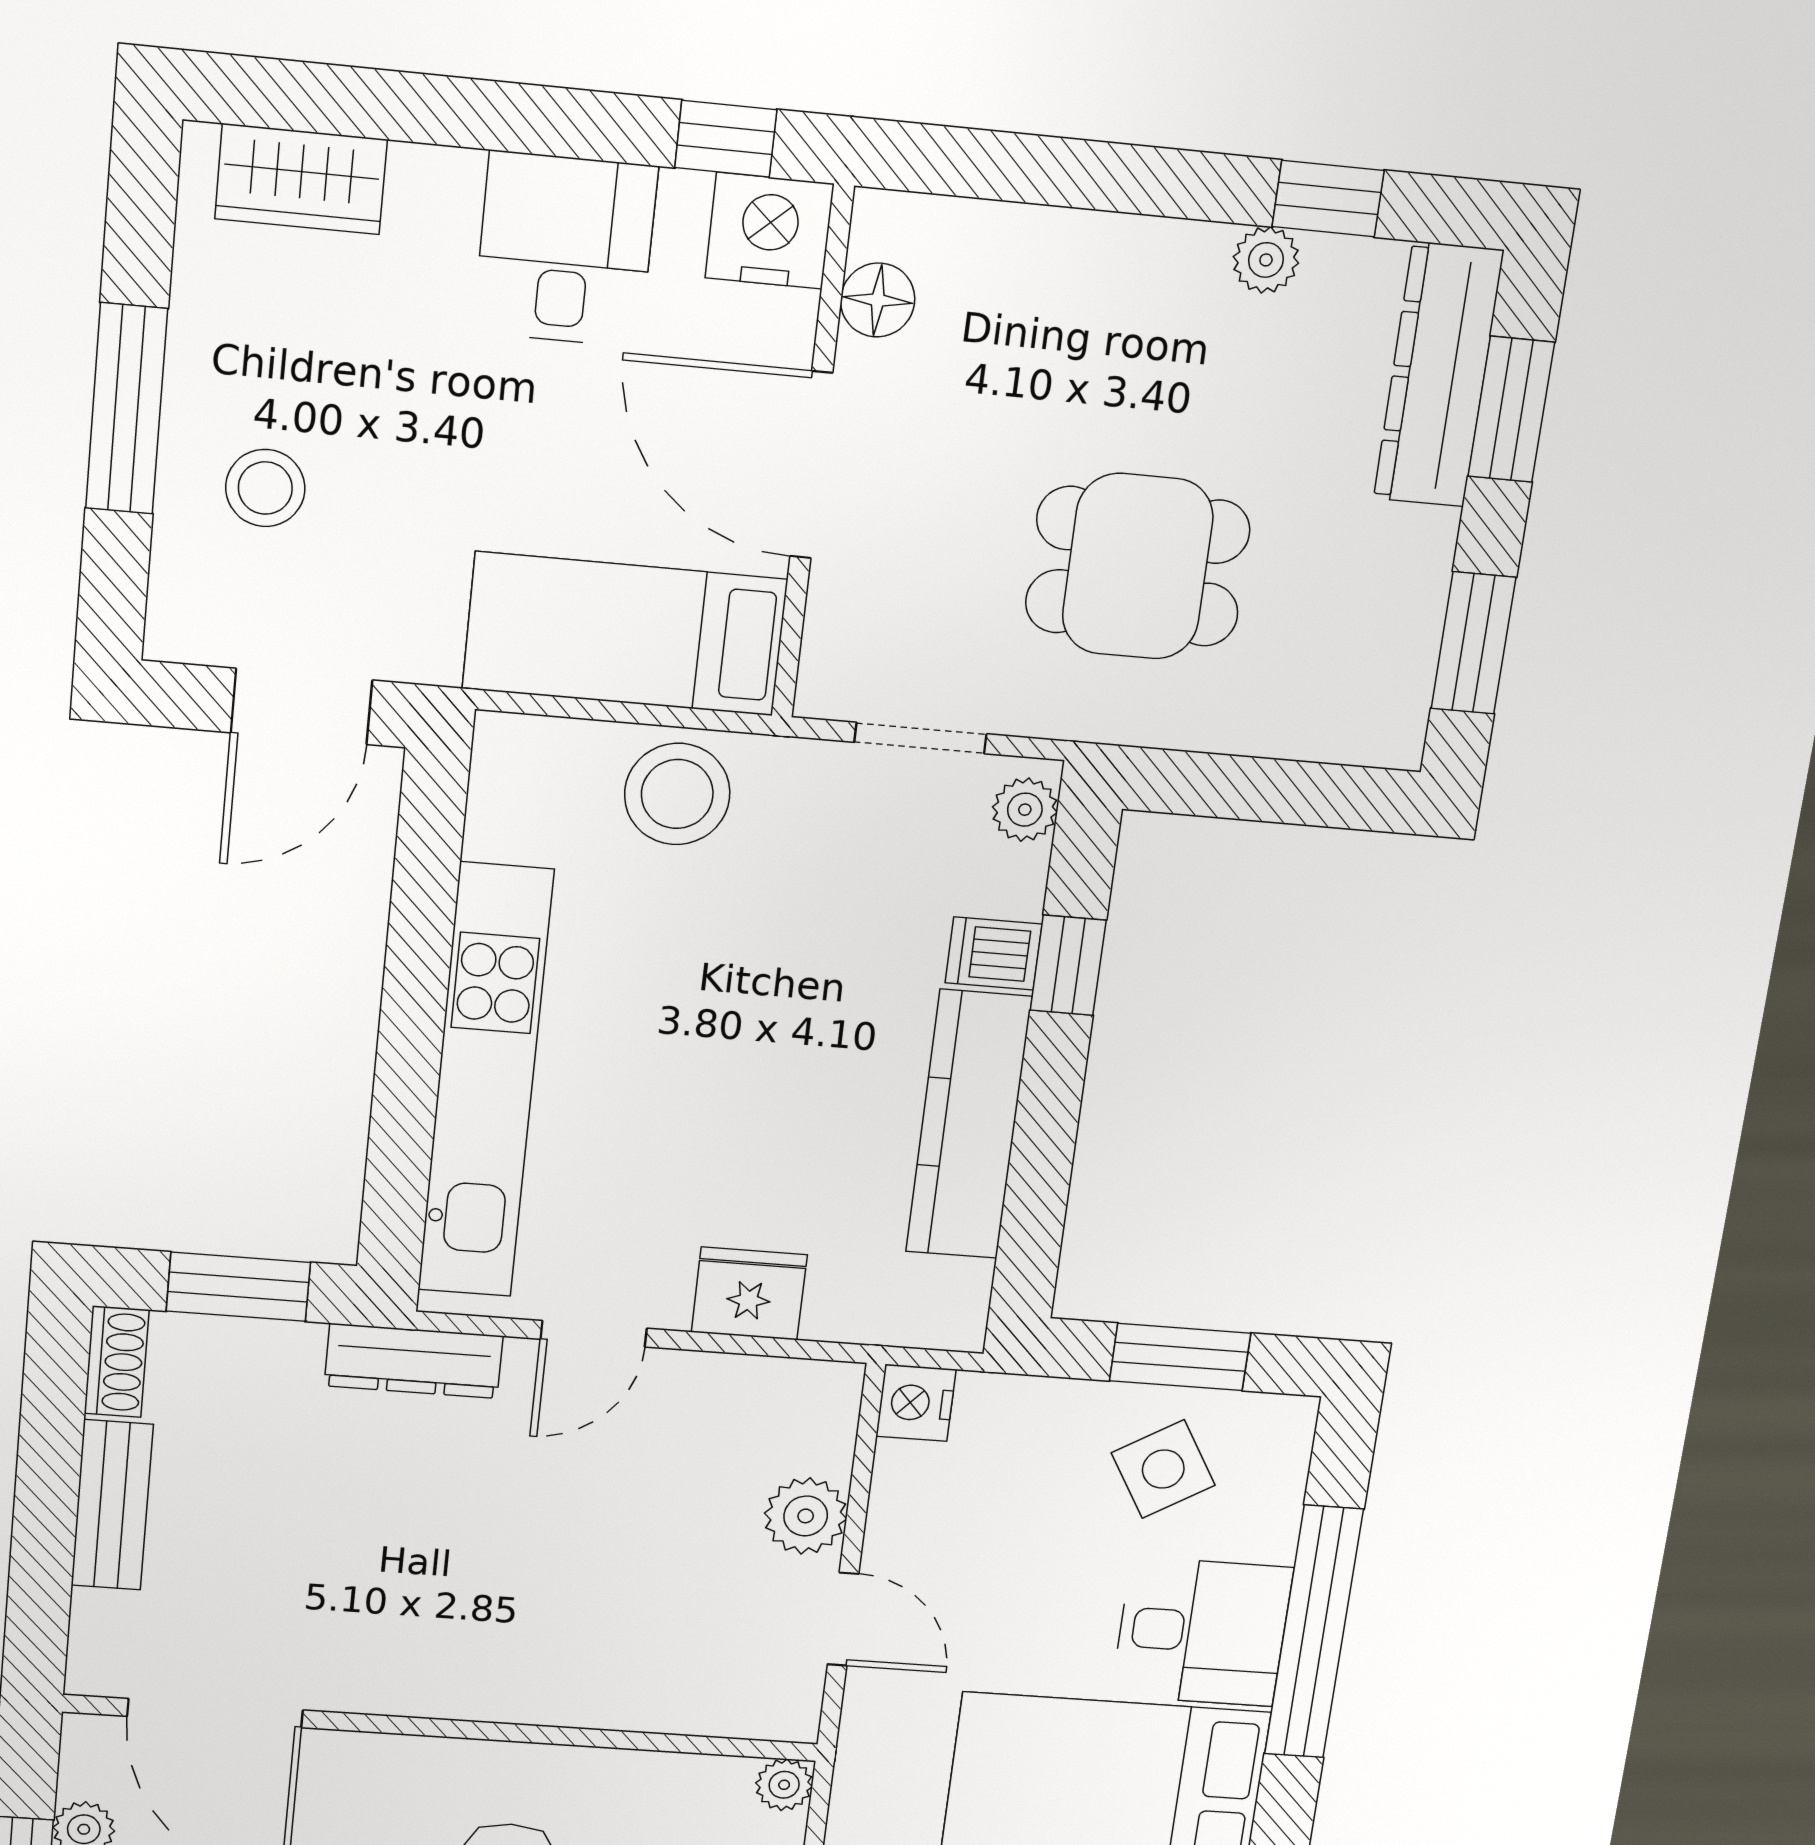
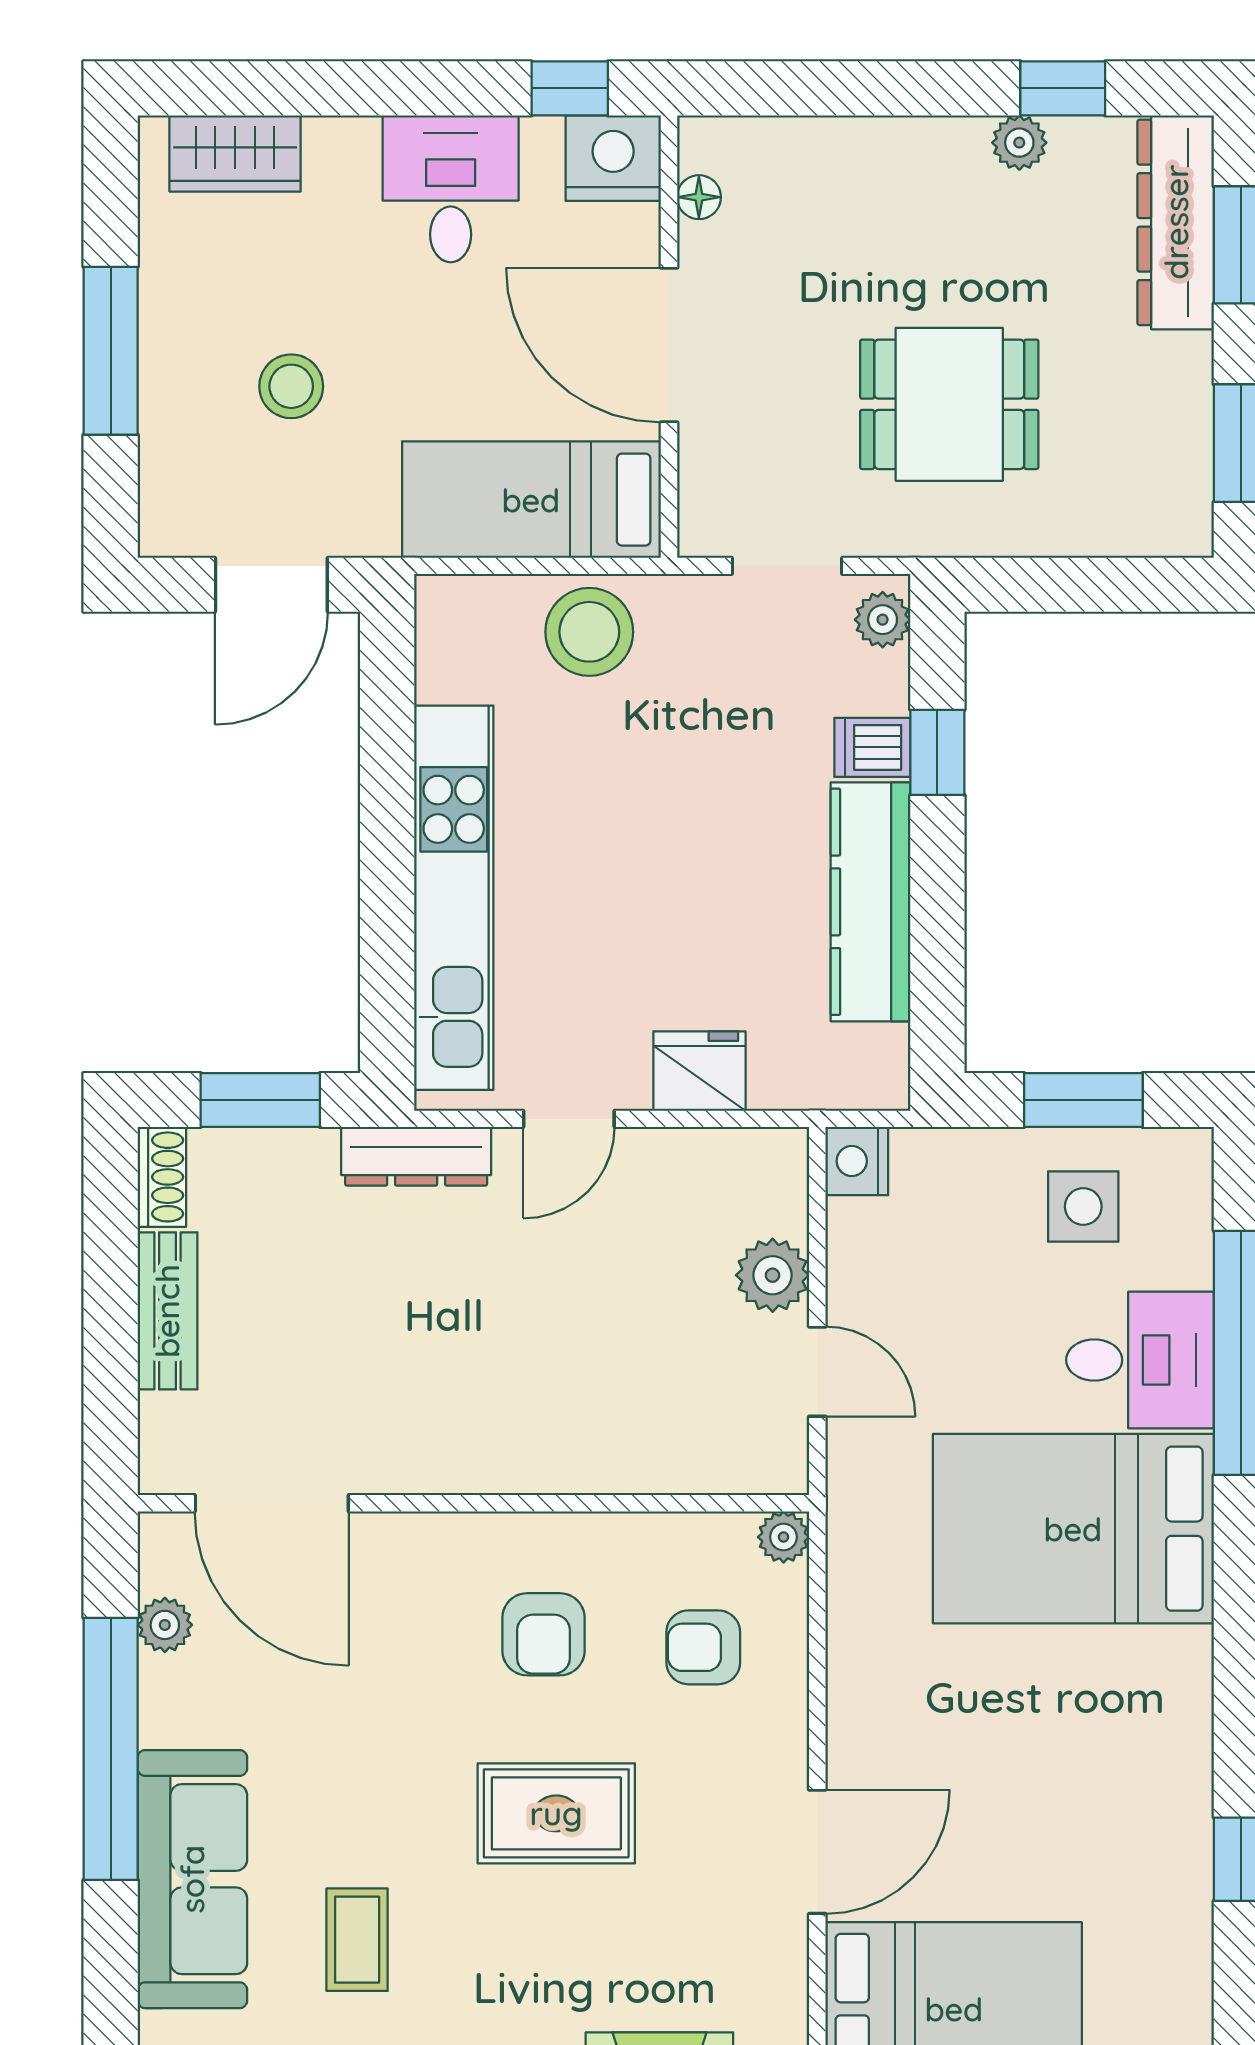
floor lamp: (878, 300) -> (699, 197), width x0.73, depth x0.73
stool: (265, 488) -> (291, 386), moved
side table: (1163, 1469) -> (1083, 1207), turned 31

